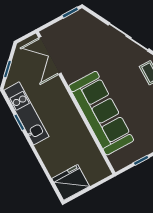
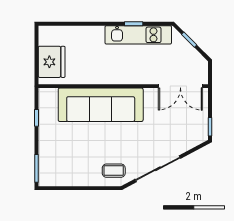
double door: (50, 55) -> (180, 86), swing flipped
fridge: (71, 182) -> (52, 62), moved

